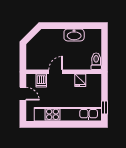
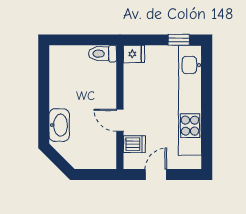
washbasin: (74, 35) -> (59, 125), moved
fridge: (80, 80) -> (134, 54), moved

